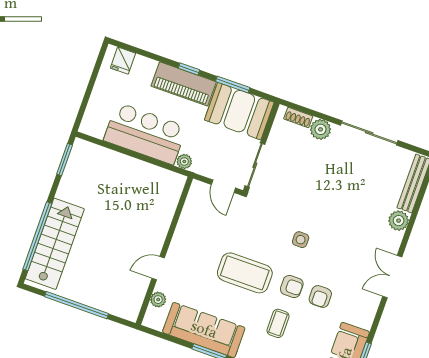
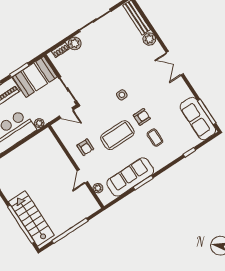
armchair: (320, 297) -> (85, 147), moved

